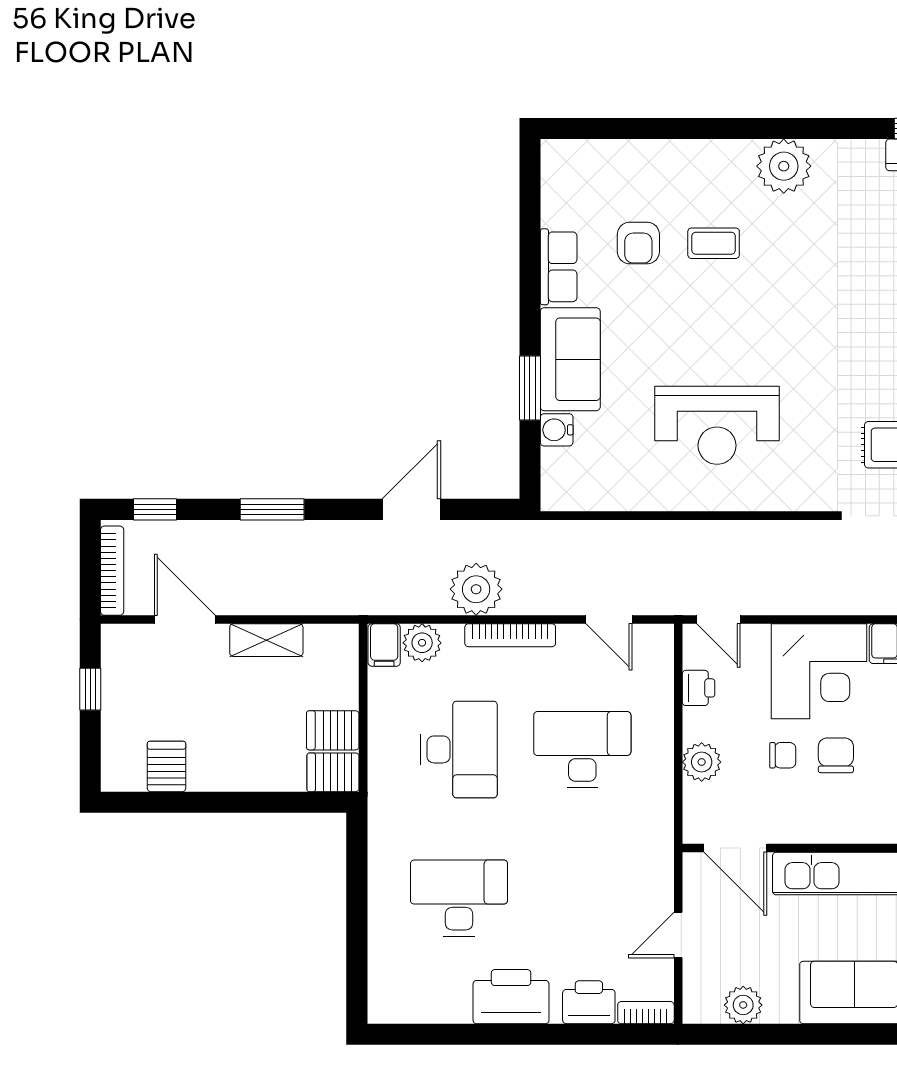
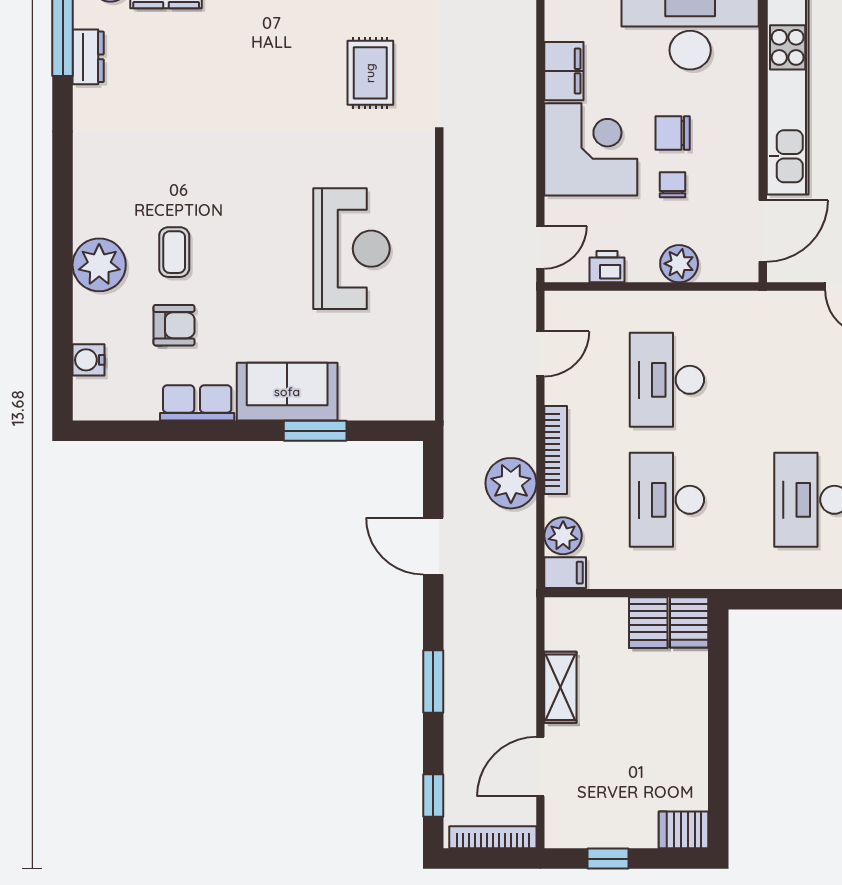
plant: (784, 166) -> (99, 265), moved
water cooler: (557, 430) -> (88, 360), moved, turned 90
desk: (459, 749) -> (667, 500), turned -90
server rack: (167, 767) -> (683, 830), moved

